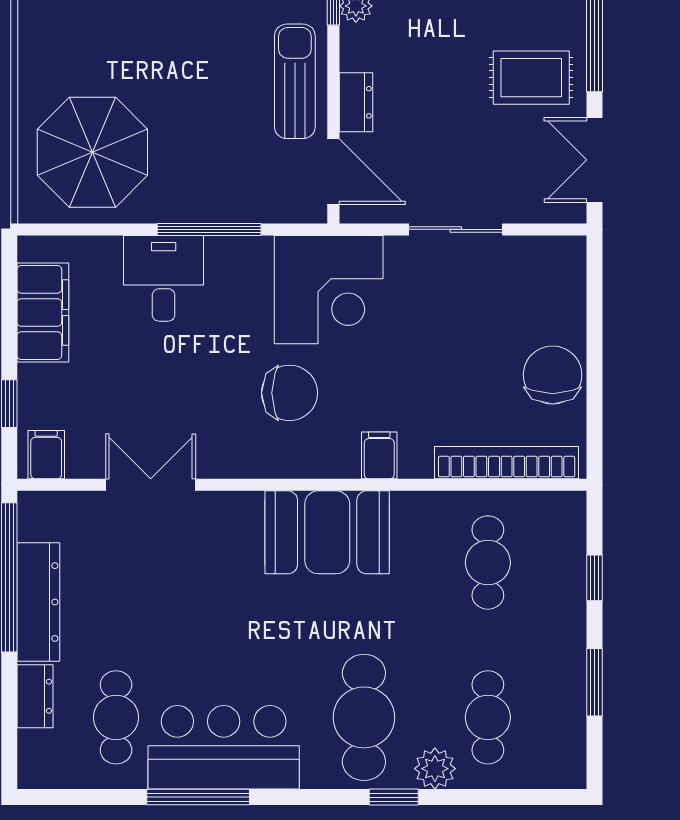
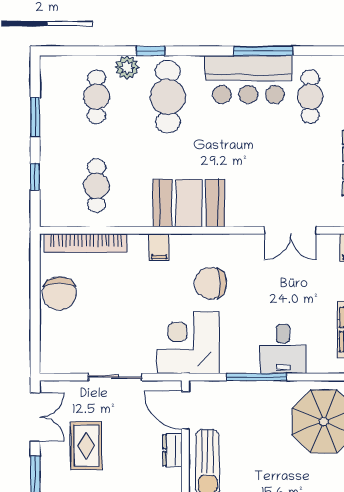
rug: (531, 78) -> (86, 446), moved, turned 90

